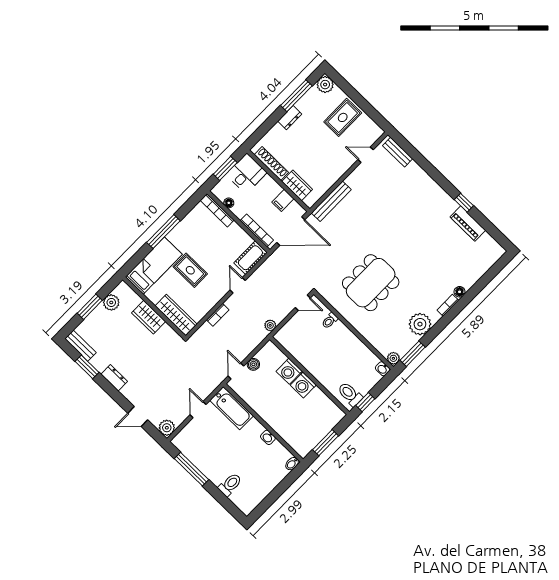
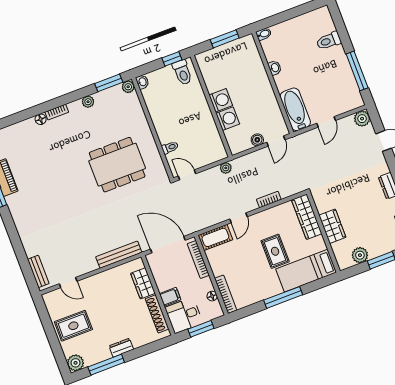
filing cabinet: (283, 200) -> (170, 297), moved
plant: (420, 324) -> (88, 102), width x0.53, depth x0.53

